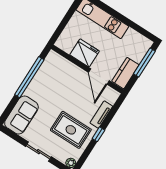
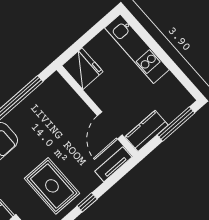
fridge: (85, 53) -> (82, 69), moved
tv unit: (101, 115) -> (113, 164), moved

